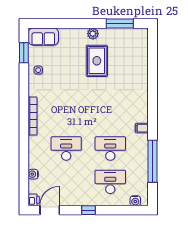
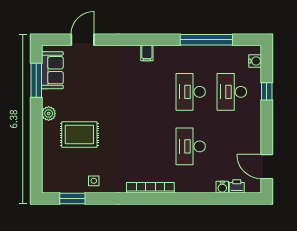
sofa: (43, 37) -> (52, 70), moved
rug: (97, 61) -> (79, 134), moved
door: (153, 61) -> (83, 40), added
filing cabinet: (142, 128) -> (147, 53), moved
printer: (34, 200) -> (237, 186), moved
window: (89, 210) -> (267, 91), moved

